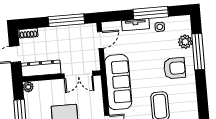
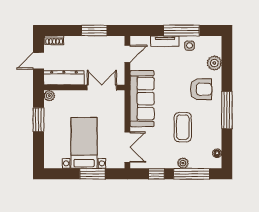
window: (66, 20) -> (94, 31), width x0.69
window: (198, 52) -> (227, 110), moved
double door: (78, 75) -> (102, 88), swing flipped

